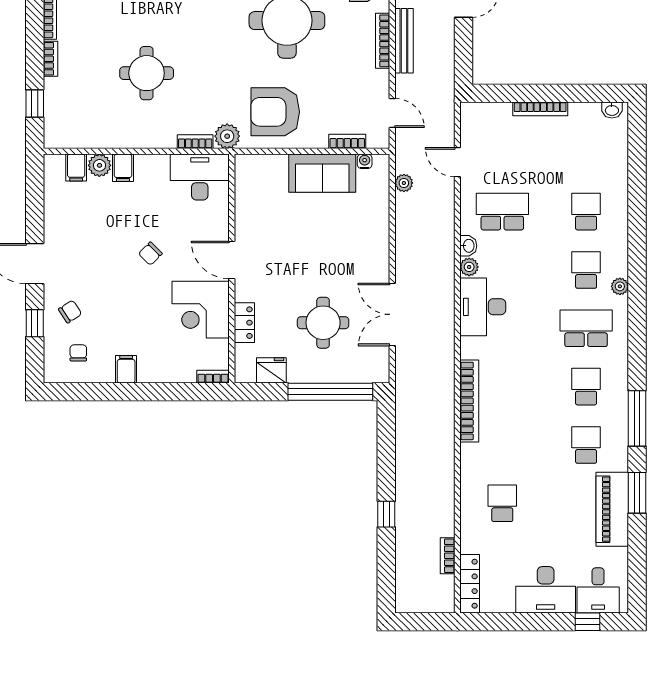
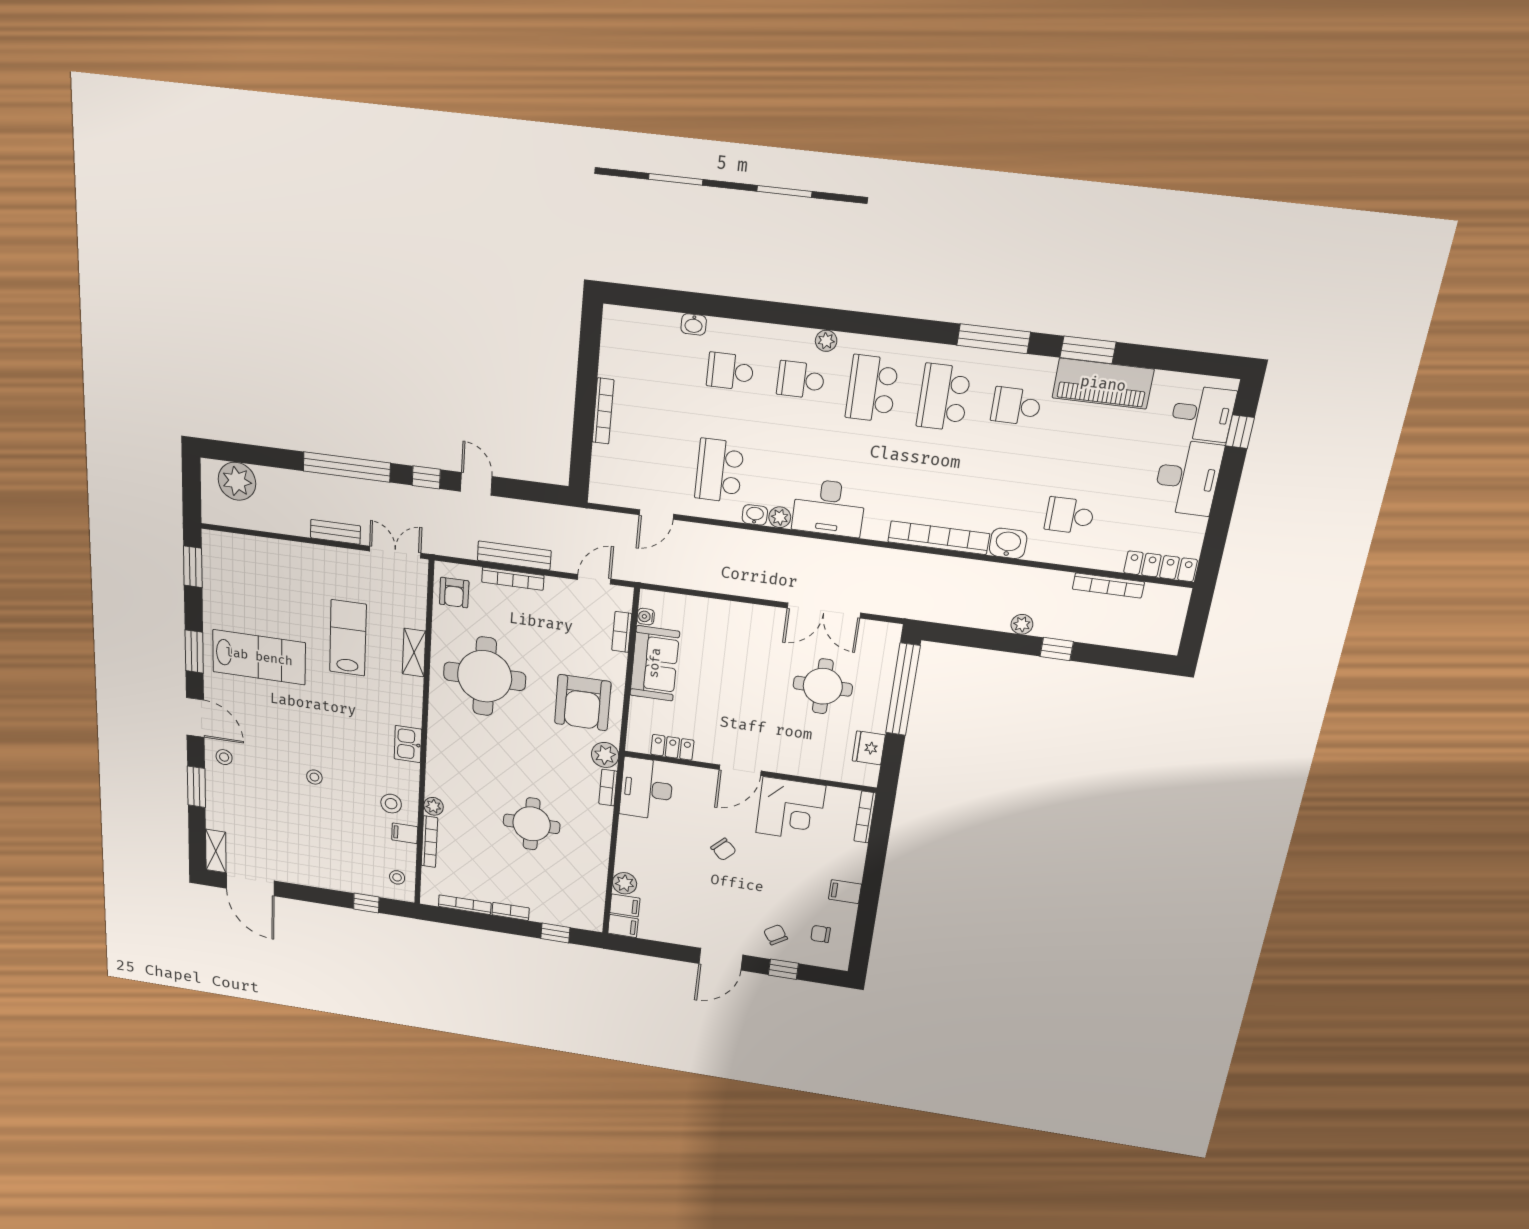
washbasin: (612, 110) -> (694, 324), moved, turned 90
filing cabinet: (123, 168) -> (623, 926), moved
plant: (404, 183) -> (1022, 624), moved
locker: (244, 323) -> (672, 747), moved
bookcase: (213, 377) -> (865, 817), width x1.56
school desk: (586, 387) -> (944, 397), width x1.85
washbasin: (472, 458) -> (1008, 543), added
bookcase: (448, 556) -> (1108, 586), width x1.56

